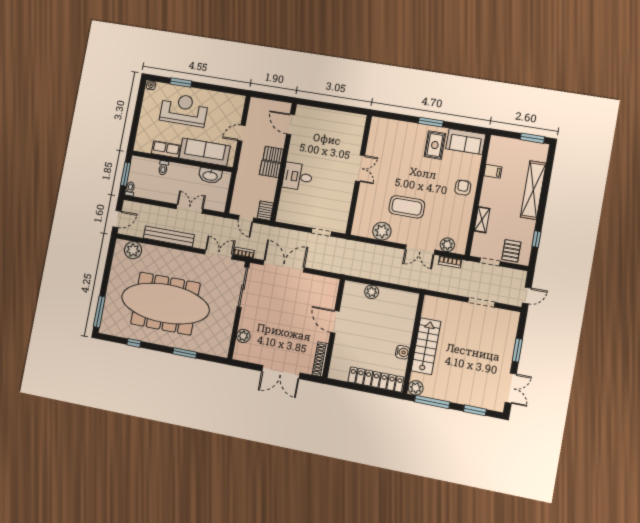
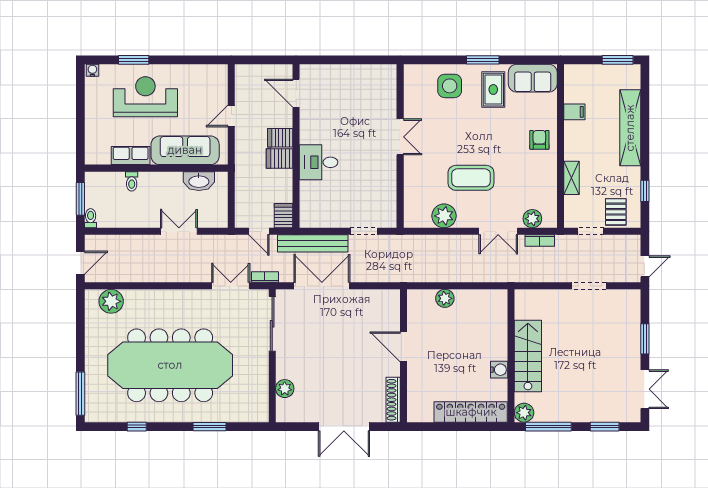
side table: (403, 137) -> (450, 86), added
bench: (169, 236) -> (313, 243), moved

